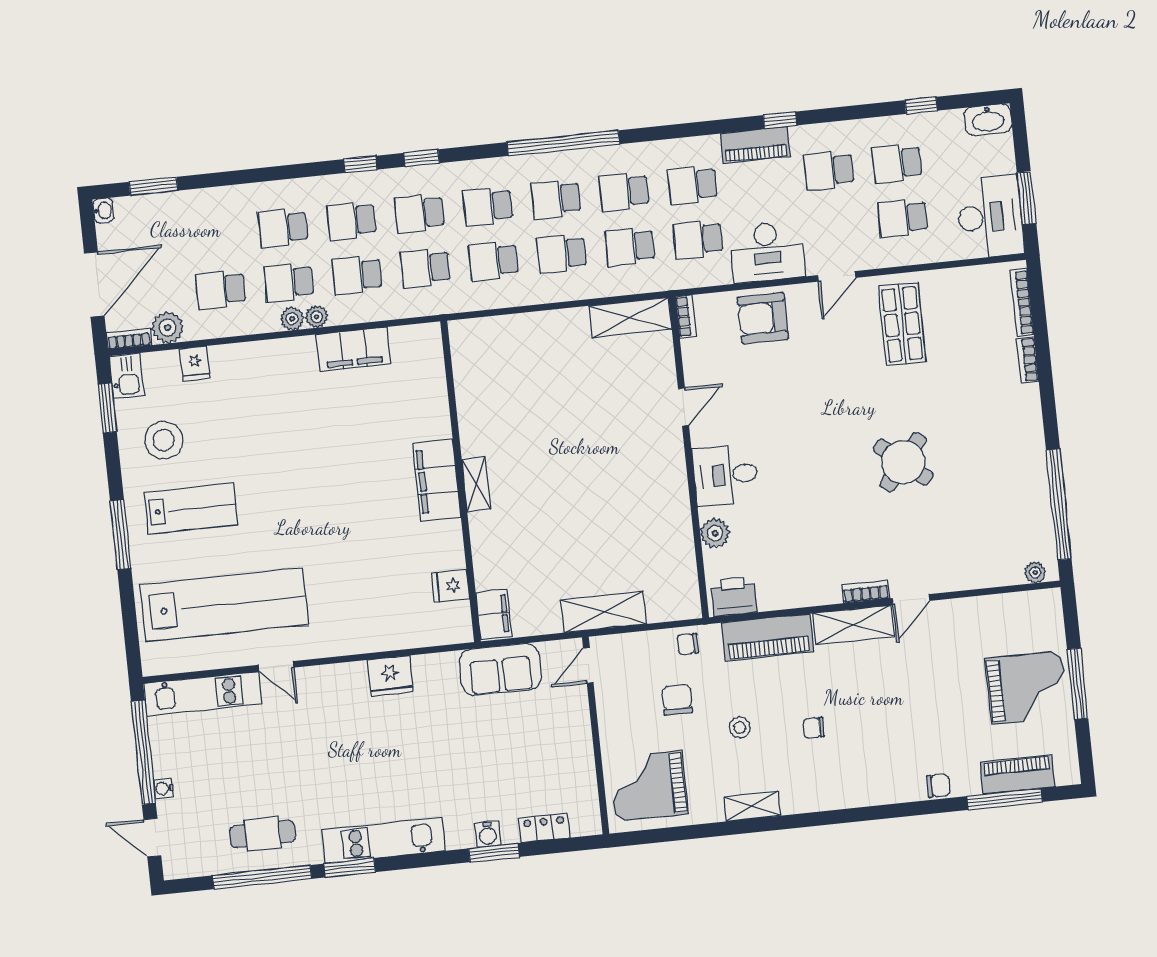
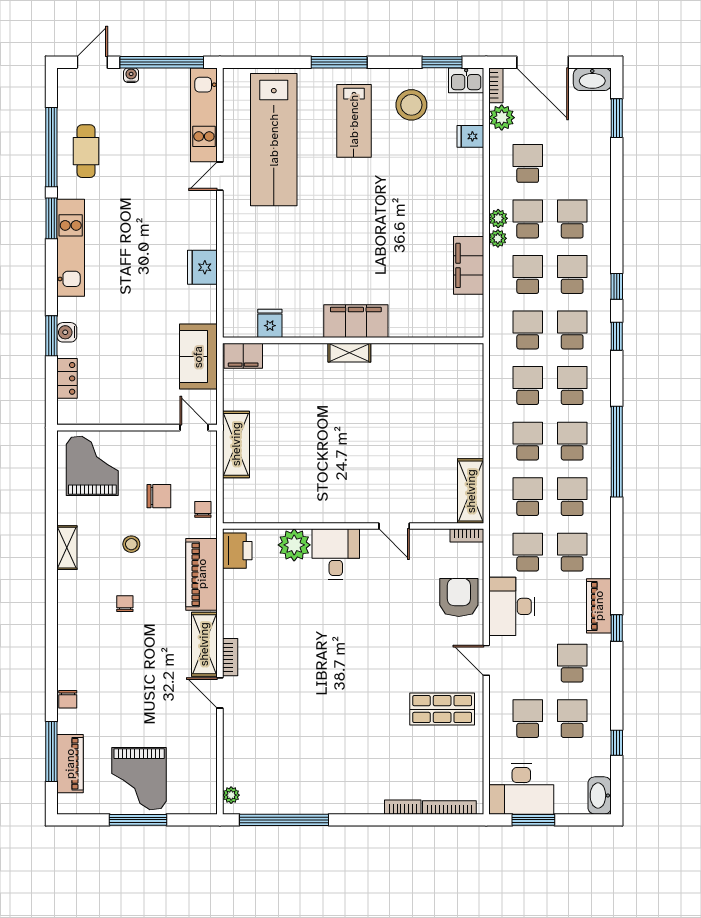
washbasin: (103, 211) -> (592, 79), width x1.91, depth x1.45
round table: (903, 462) -> (331, 698), removed
plant: (715, 533) -> (294, 545), width x1.36, depth x1.36

